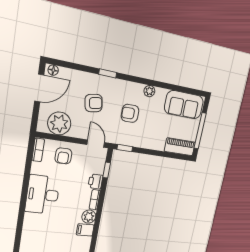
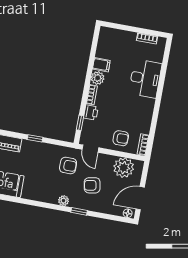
plant: (149, 91) -> (64, 201), moved
armchair: (130, 113) -> (68, 165), moved
window: (125, 148) -> (35, 138), moved
armchair: (63, 156) -> (121, 138), turned 90
desk: (43, 195) -> (145, 79), moved

